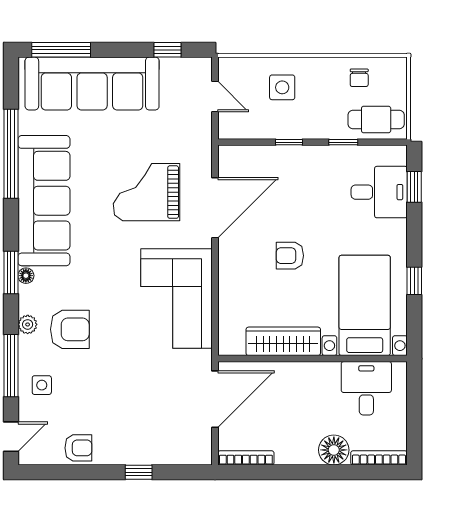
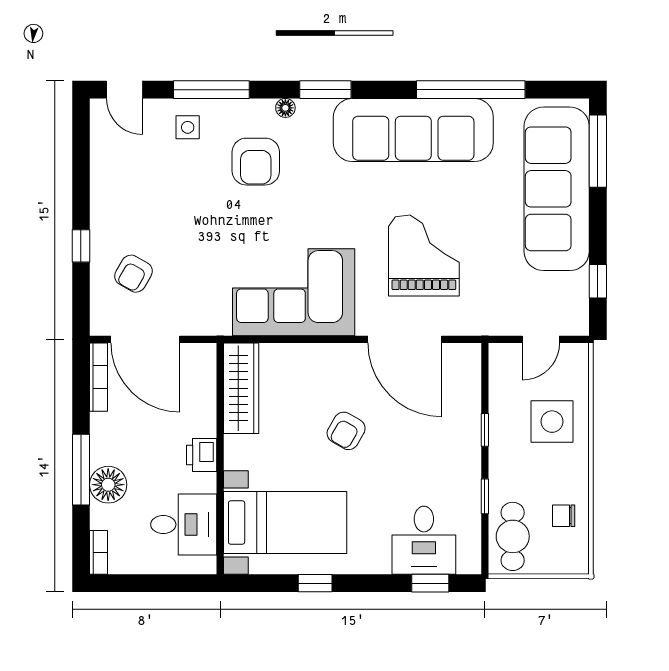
side table: (282, 87) -> (552, 422), width x1.37, depth x1.37
armchair: (290, 256) -> (346, 431), turned -150
floor lamp: (26, 276) -> (285, 108), moved
plant: (28, 324) -> (262, 110), removed
wardrobe: (283, 341) -> (241, 388), moved
printer: (310, 374) -> (202, 455), added
door: (215, 399) -> (145, 339), moved
armchair: (78, 448) -> (133, 274), moved, turned 30
bookcase: (379, 458) -> (99, 552), width x0.64
window: (321, 472) -> (81, 470), added

